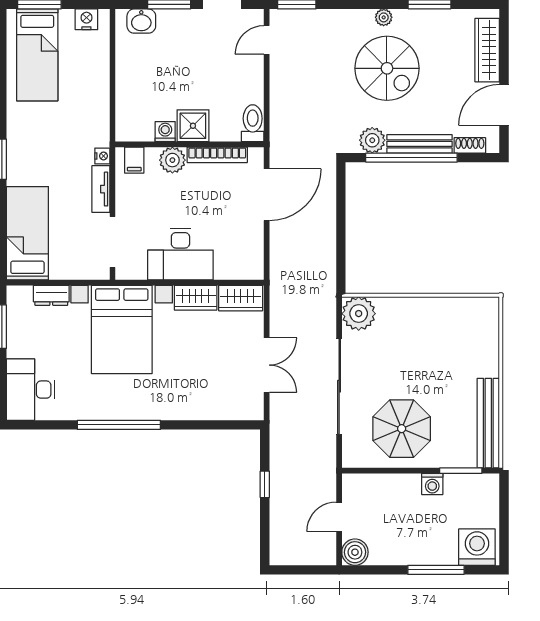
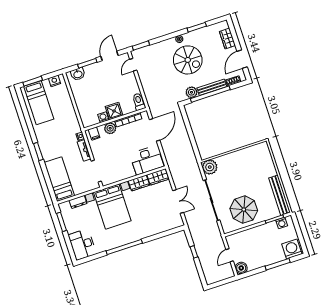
wardrobe: (487, 50) -> (227, 38), width x0.67
desk: (180, 254) -> (147, 160), moved
washing machine: (432, 484) -> (282, 223), moved

